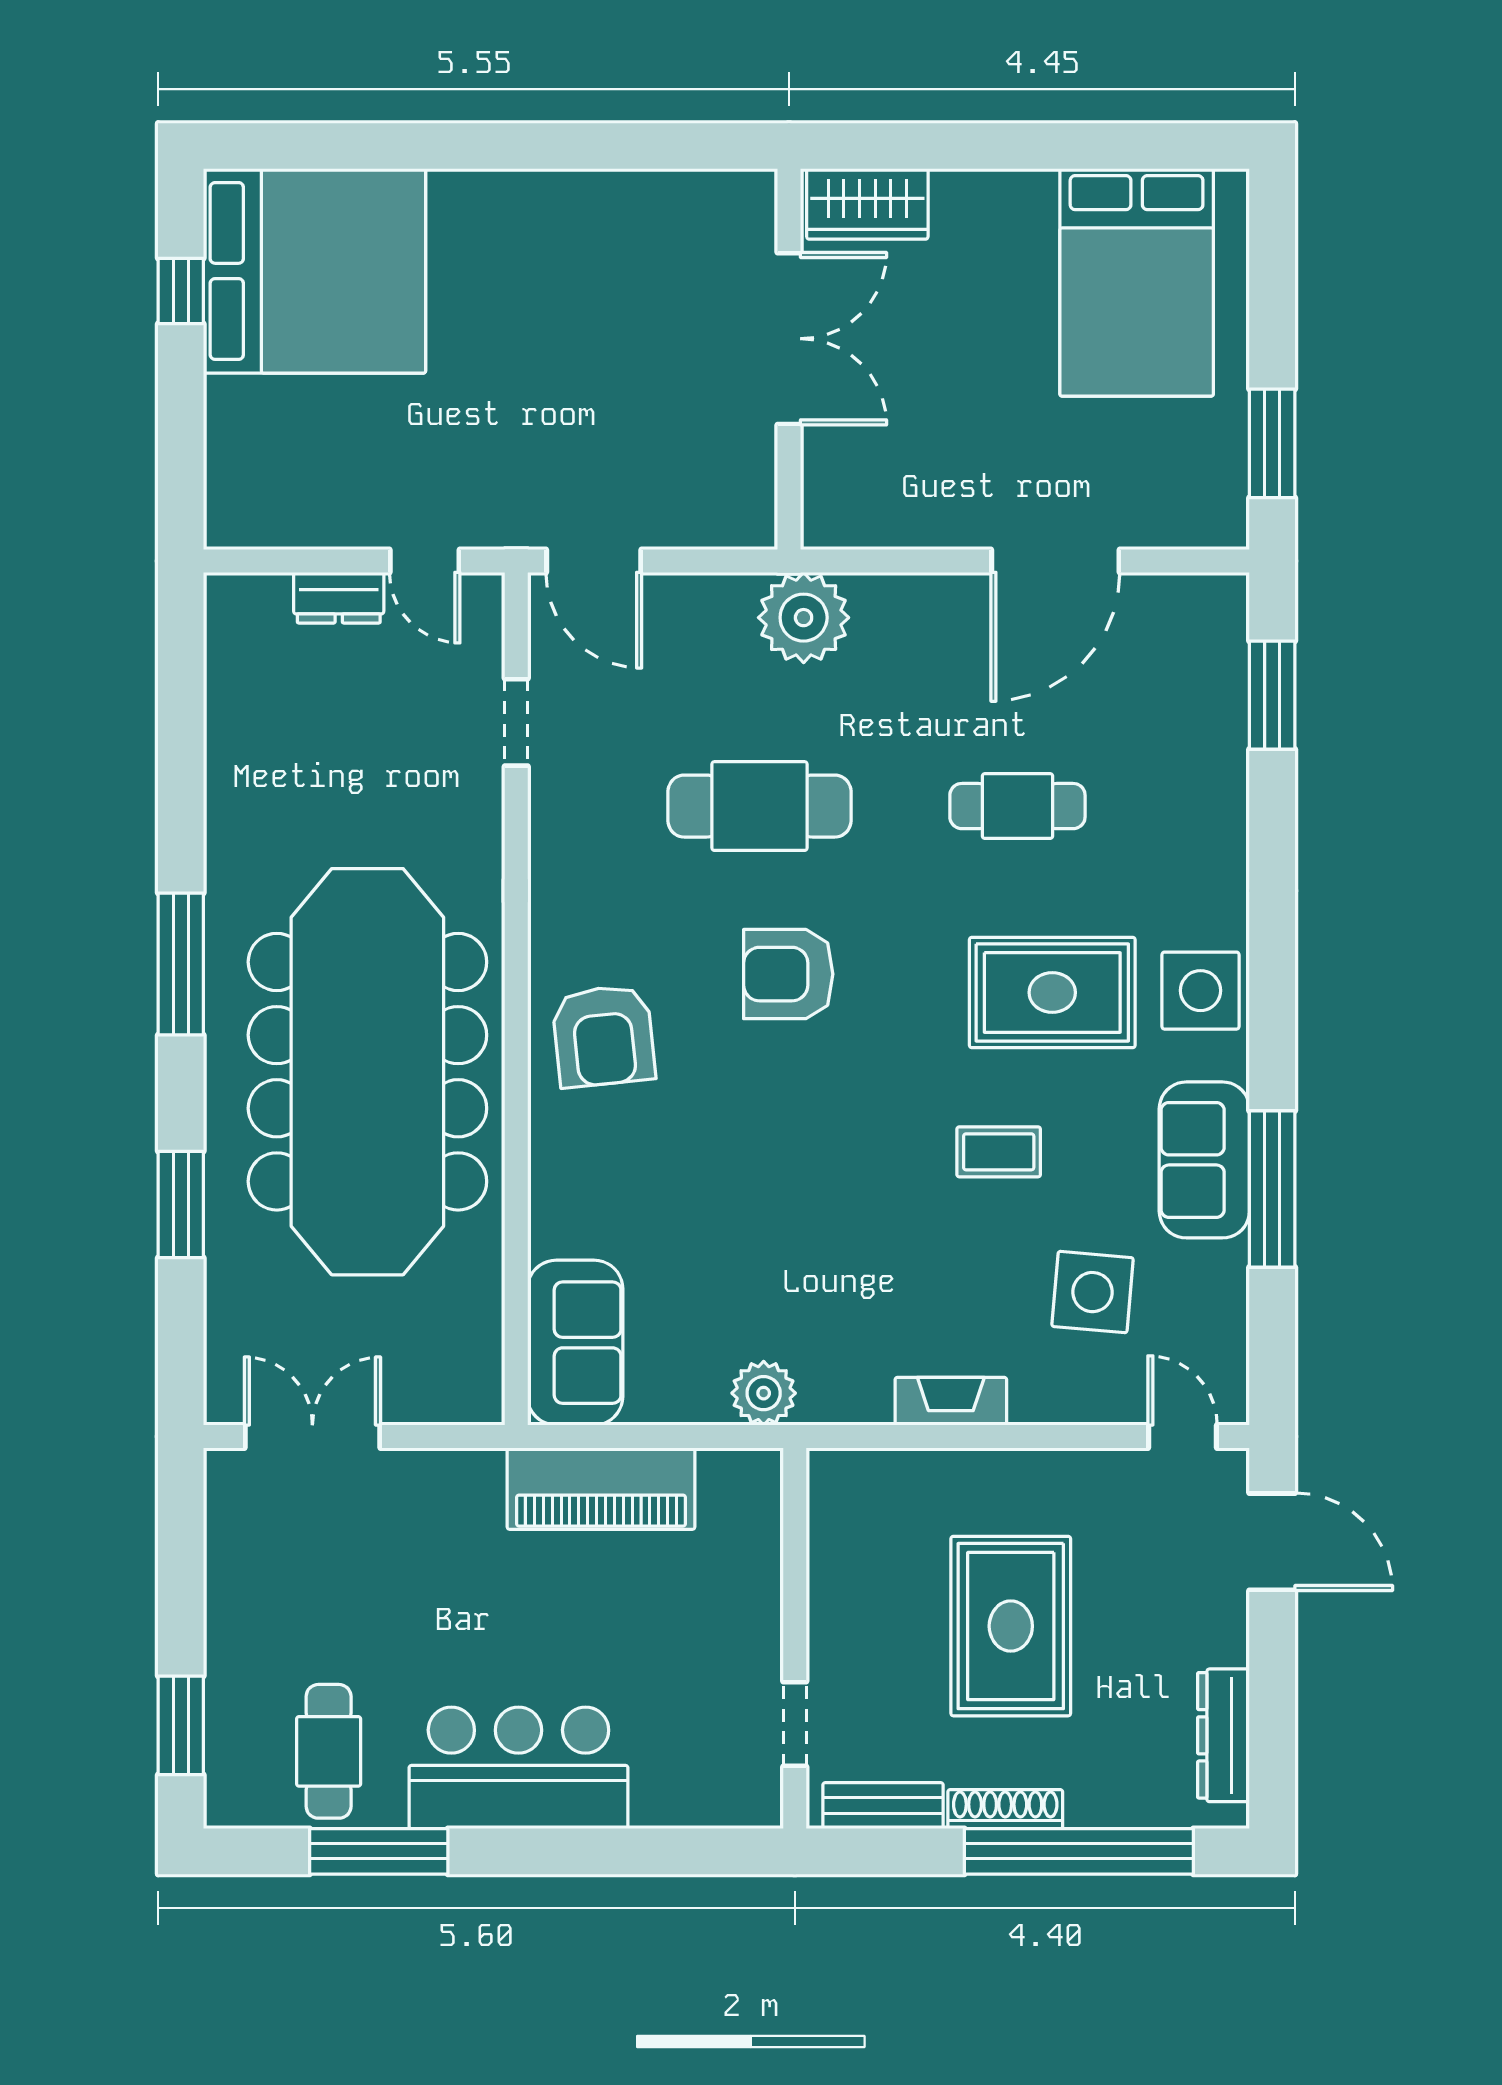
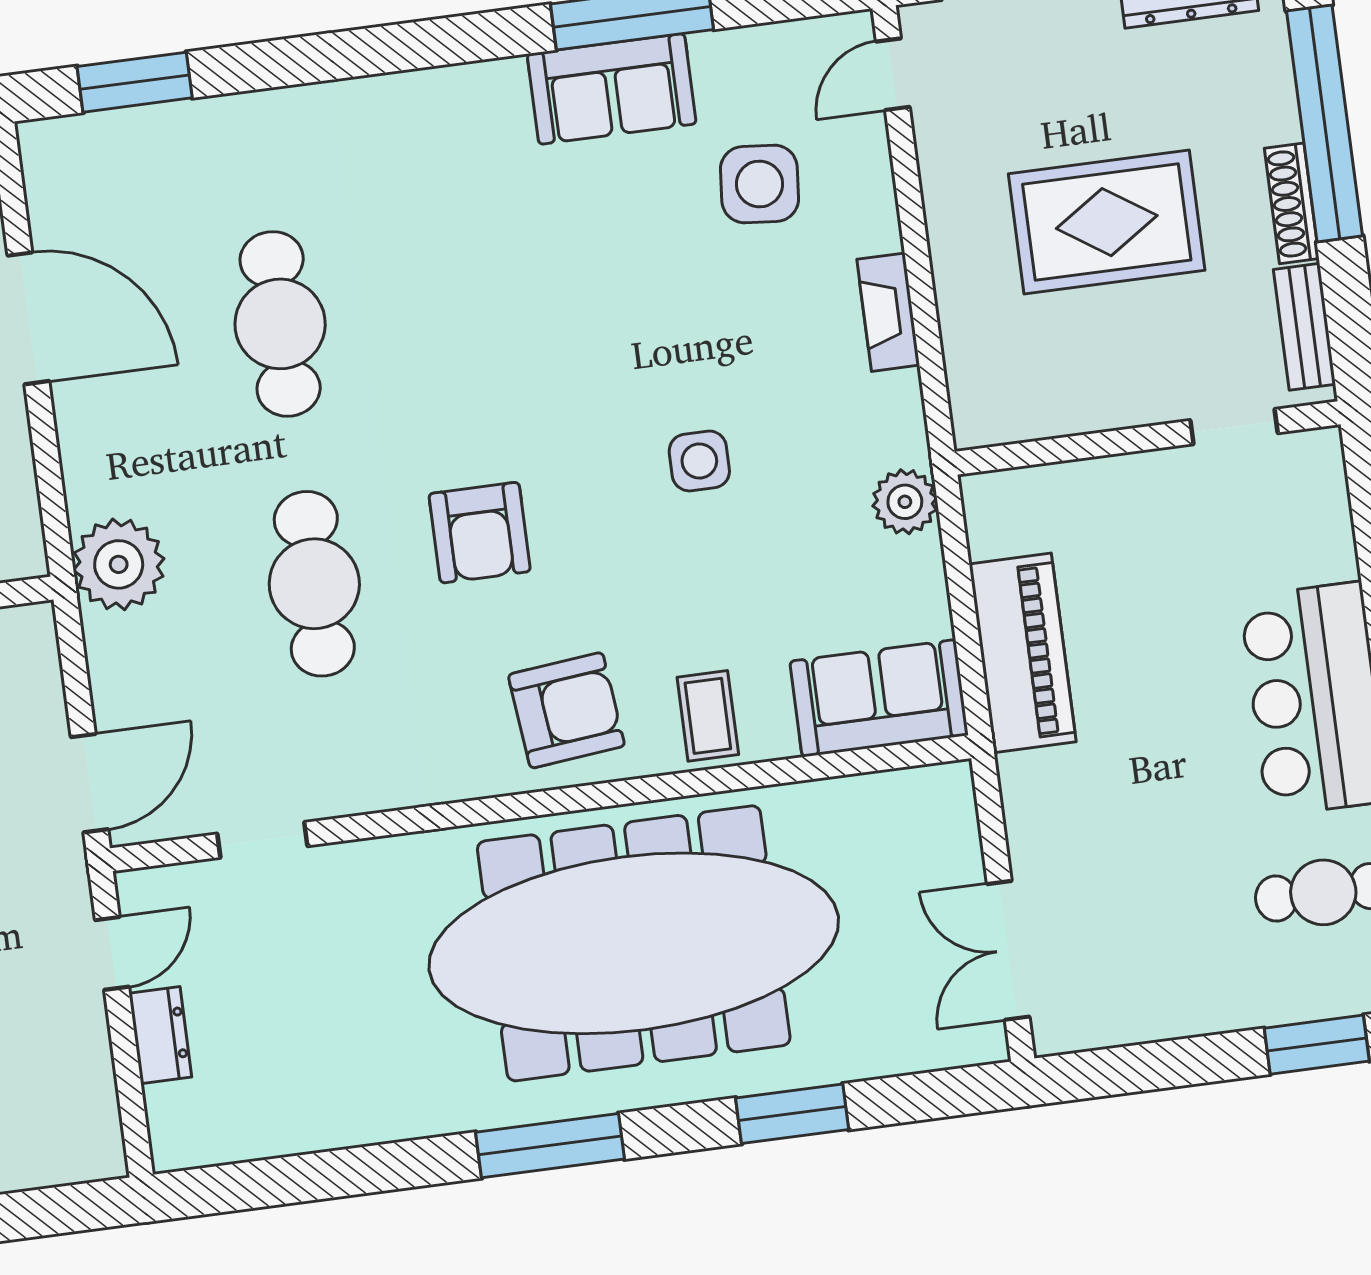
cafe table: (1017, 806) -> (280, 324), width x1.37, depth x1.35
side table: (1200, 991) -> (699, 461), moved, width x0.73, depth x0.73
rug: (1052, 993) -> (463, 264), removed
coffee table: (999, 1152) -> (708, 716), moved

